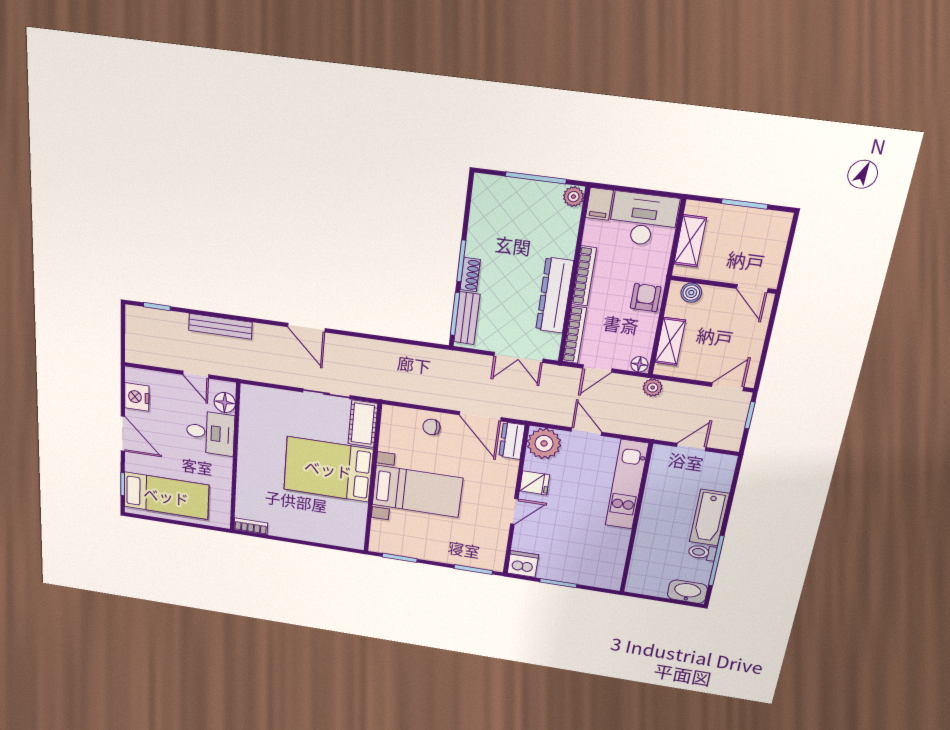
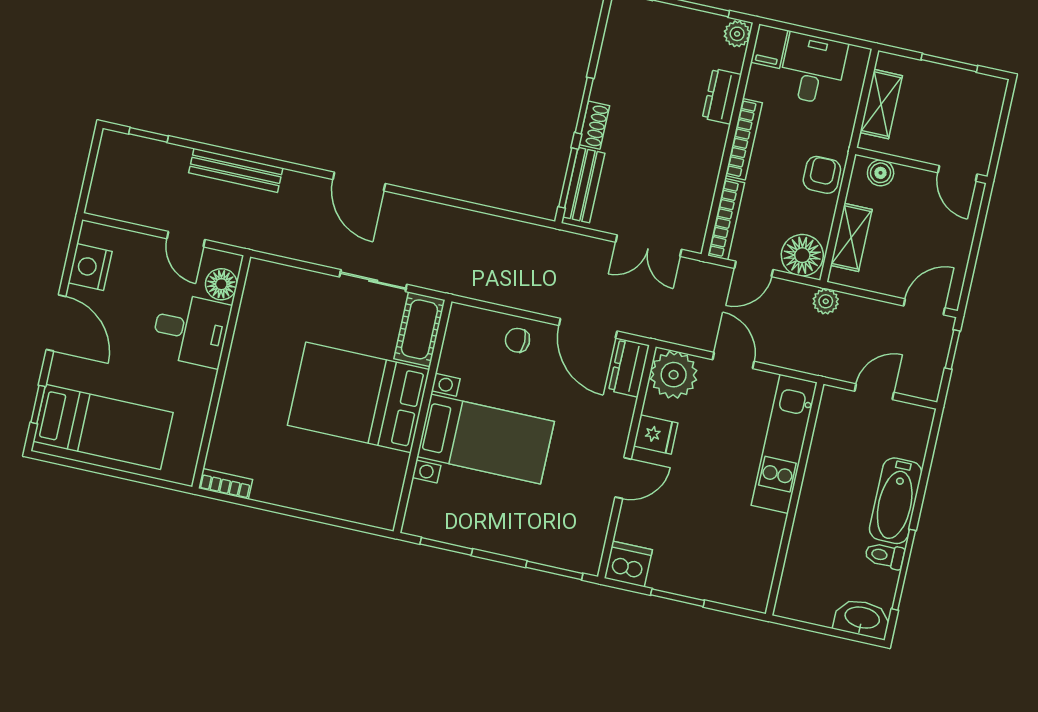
desk: (643, 219) -> (813, 69), width x0.73
dresser: (555, 295) -> (722, 96), moved, width x0.51, depth x0.80
floor lamp: (639, 364) -> (802, 255), width x1.89, depth x1.89

